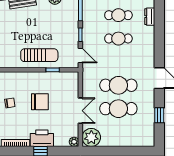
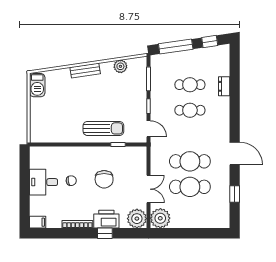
chair: (40, 102) -> (104, 179), turned 90
plant: (74, 142) -> (137, 219), width x1.88, depth x1.88

